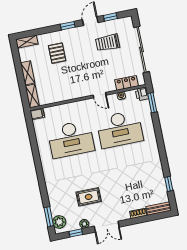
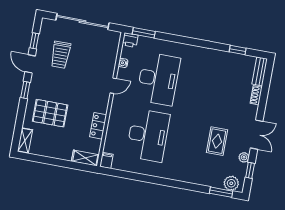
pallet: (57, 53) -> (50, 113), width x1.50, depth x1.42
shelving: (28, 73) -> (59, 153), removed
locker: (126, 83) -> (98, 126), moved

